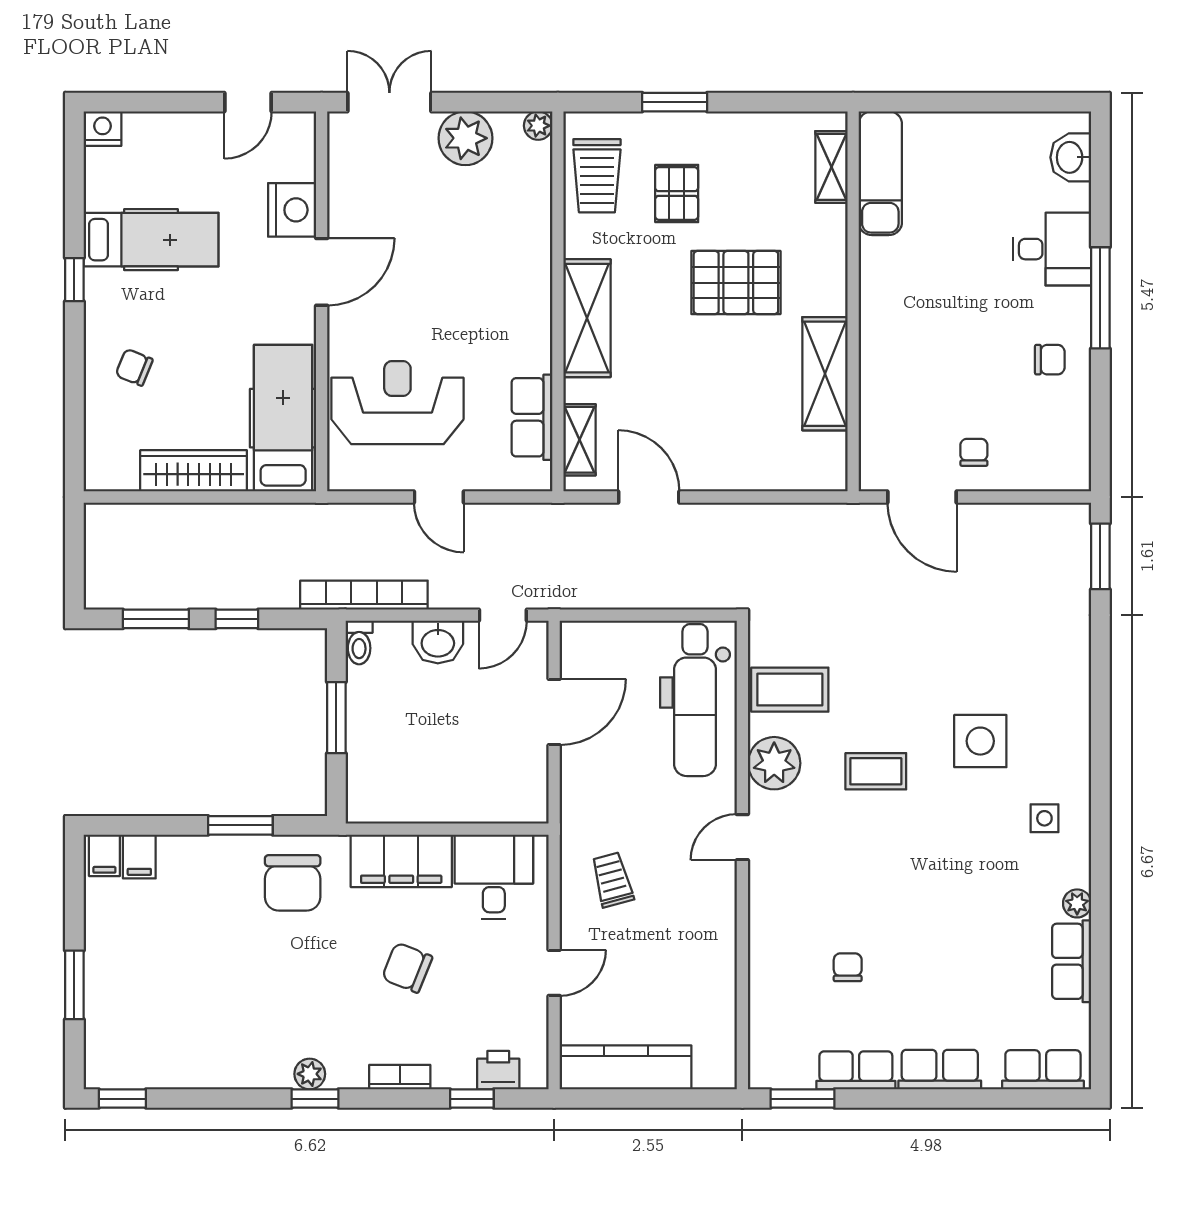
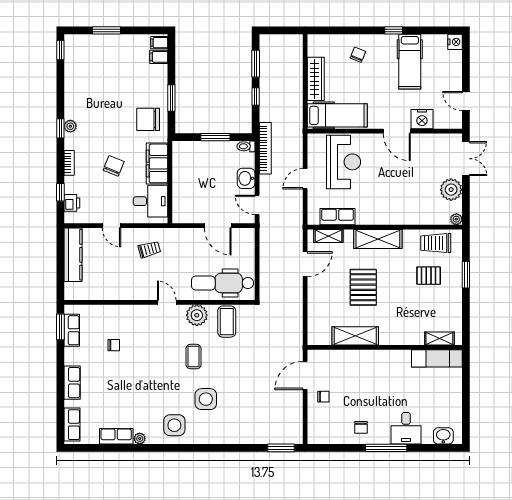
pallet: (736, 283) -> (363, 287), moved
side table: (1044, 818) -> (174, 425), width x1.87, depth x1.87
row of seats: (856, 1070) -> (72, 330), moved

